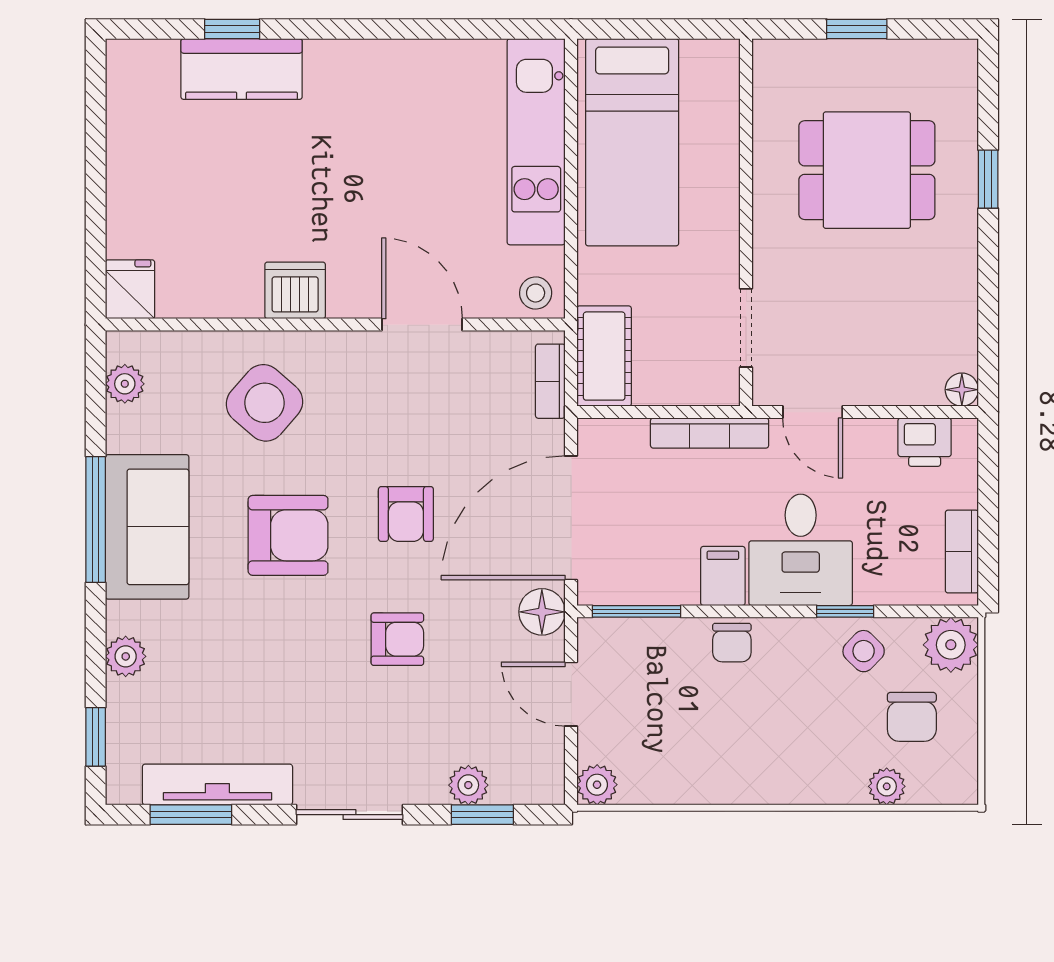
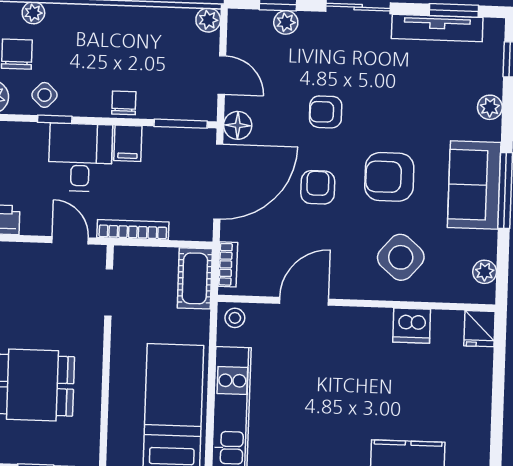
dishwasher: (295, 290) -> (412, 326), moved
door: (422, 325) -> (304, 301), swing flipped

